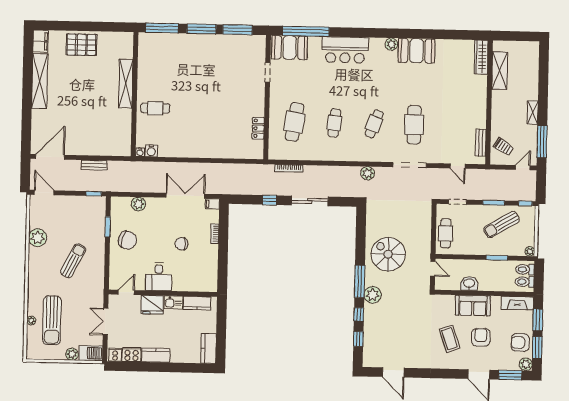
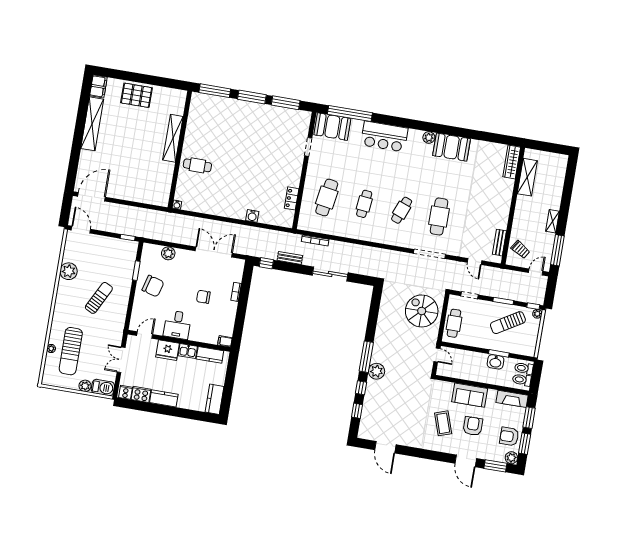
water cooler: (151, 151) -> (252, 216), moved
bench: (94, 165) -> (290, 258), moved
plant: (368, 173) -> (389, 256), removed
window: (270, 200) -> (266, 263), moved
filing cabinet: (212, 204) -> (225, 341), moved
plant: (530, 251) -> (537, 314), moved
spiral stairs: (388, 254) -> (422, 311), moved
washbasin: (469, 284) -> (495, 362), moved, turned 180

